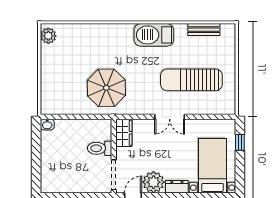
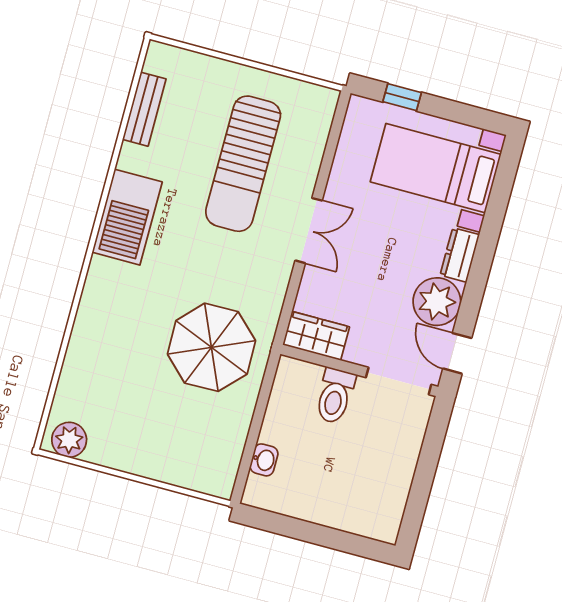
washbasin: (47, 125) -> (264, 460), moved

